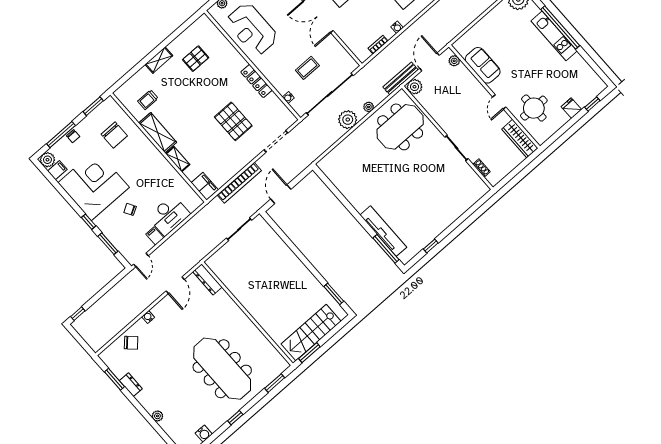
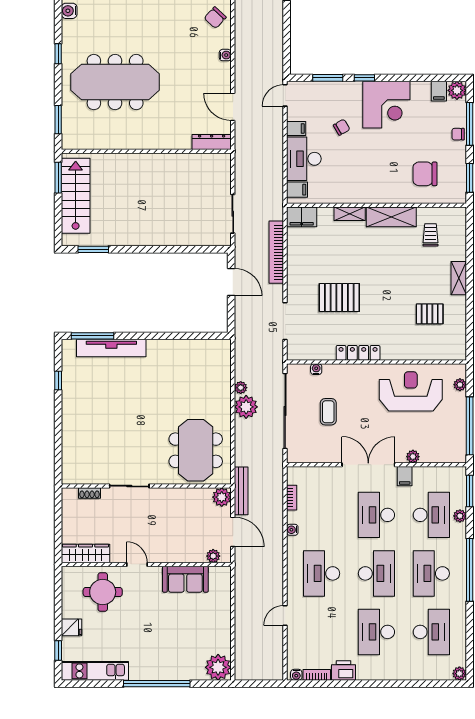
kitchen unit: (554, 36) -> (95, 671), moved
pallet: (196, 59) -> (430, 314), turned 90
plant: (369, 107) -> (241, 388), moved
corner desk: (94, 185) -> (386, 105), width x0.74, depth x0.74
filing cabinet: (191, 203) -> (297, 190), added
door: (141, 260) -> (285, 95), hinge flipped

